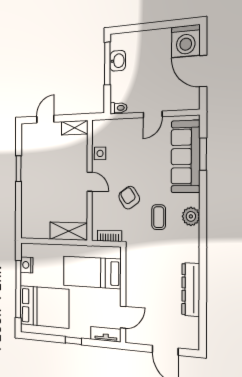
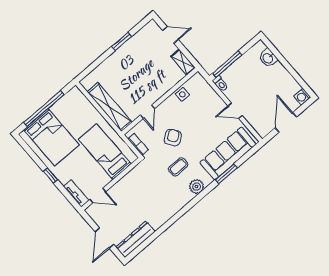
washing machine: (186, 41) -> (302, 97), width x0.53, depth x0.53
washbasin: (118, 61) -> (268, 58), moved, turned 90
window: (107, 63) -> (227, 64), moved
window: (203, 154) -> (226, 174), moved
door: (90, 182) -> (147, 112), moved
shelving: (69, 231) -> (110, 107), width x1.47
nightstand: (27, 265) -> (66, 101), removed
dresser: (191, 290) -> (135, 239), moved

